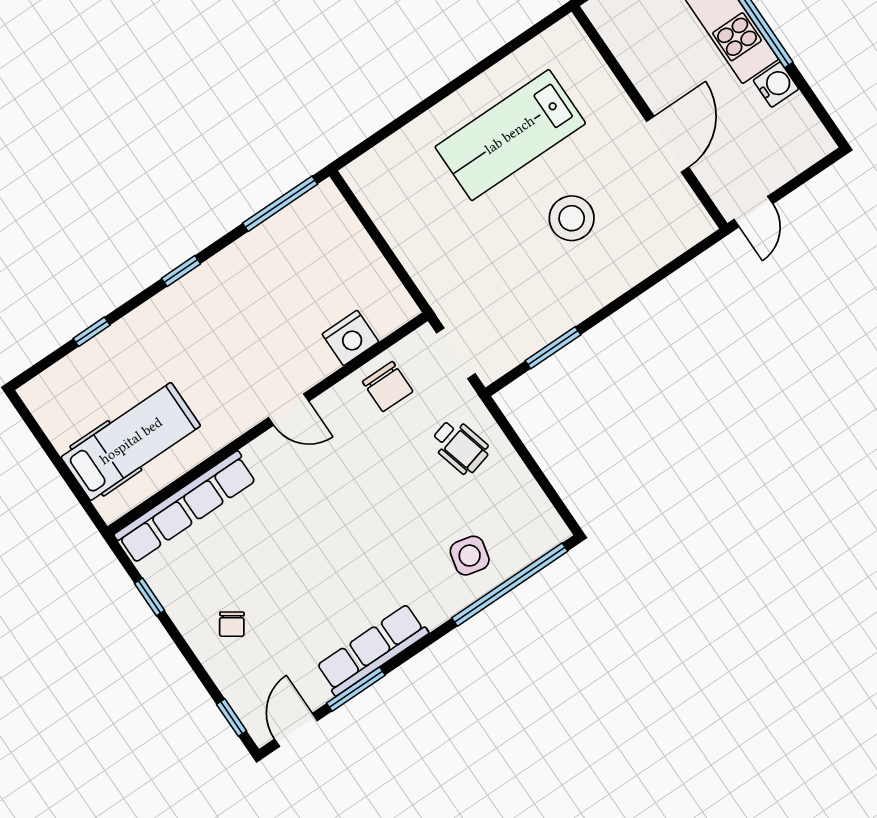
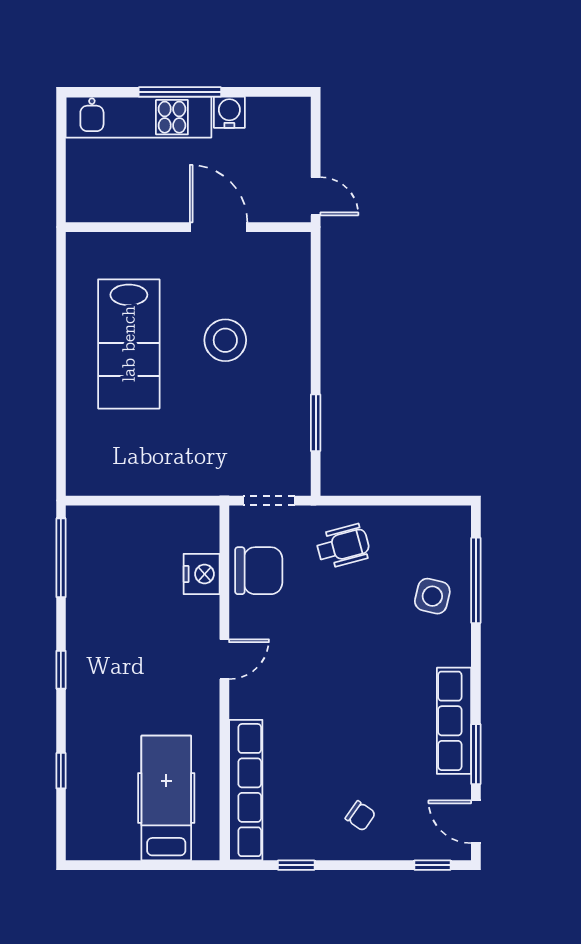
chair: (388, 386) -> (259, 571), width x1.37, depth x1.37
window: (510, 585) -> (476, 580), width x0.68

